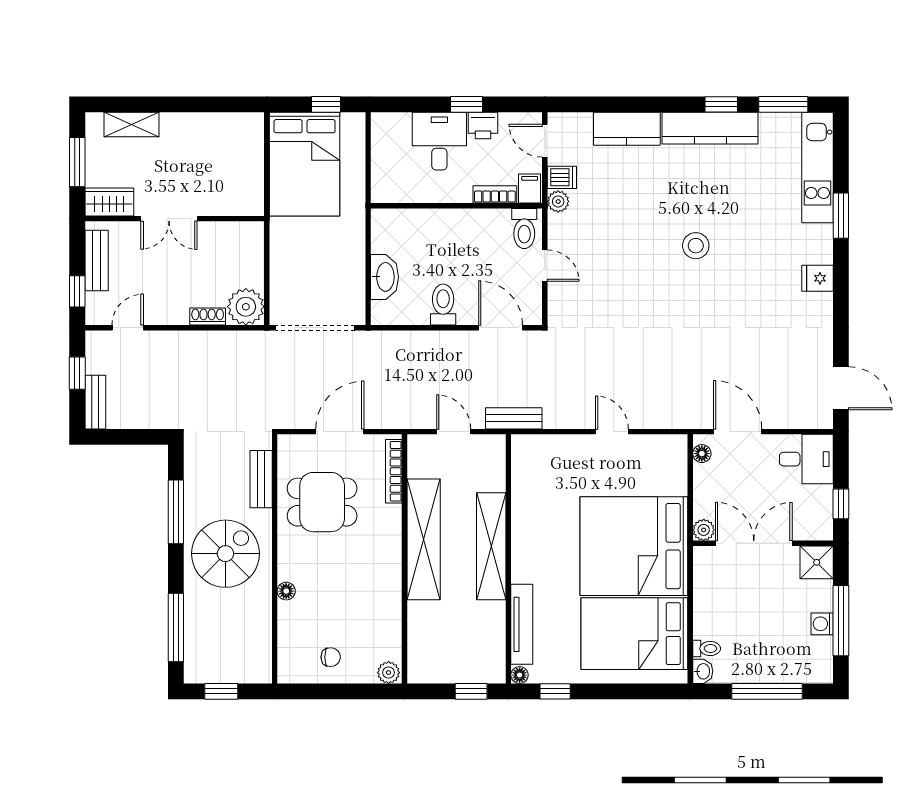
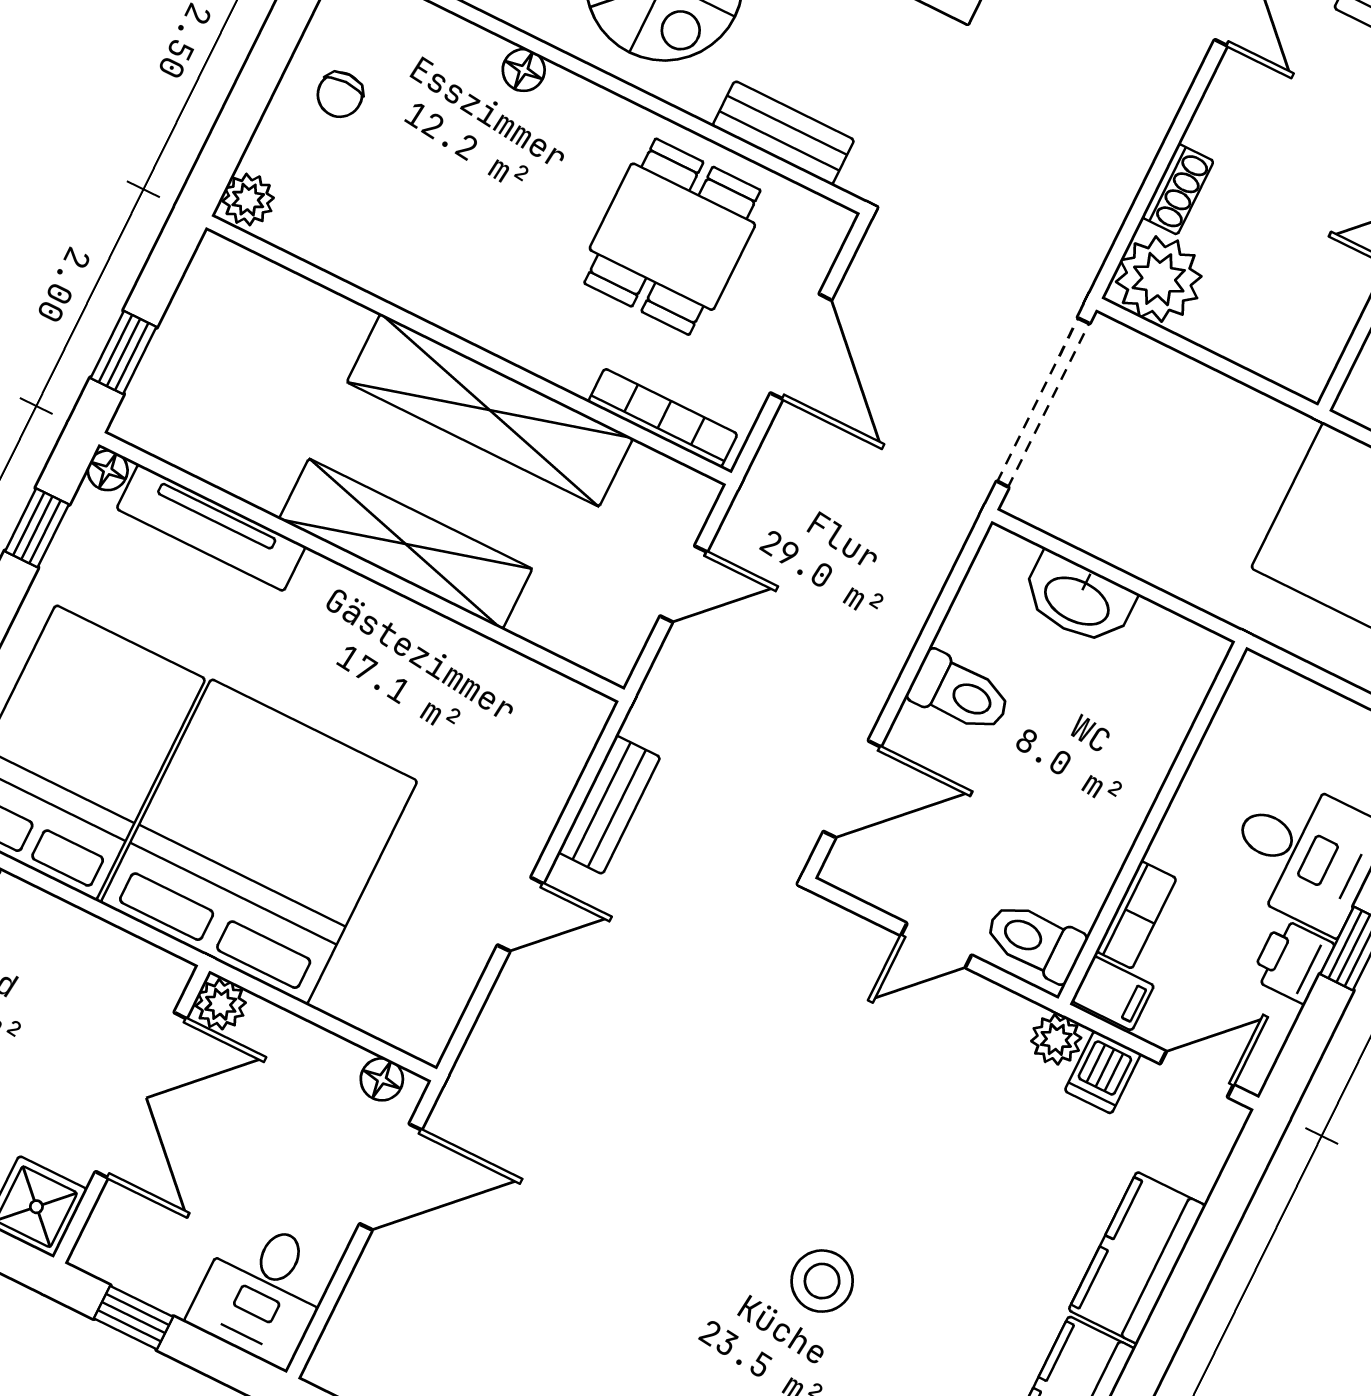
bench: (514, 418) -> (609, 805), moved

